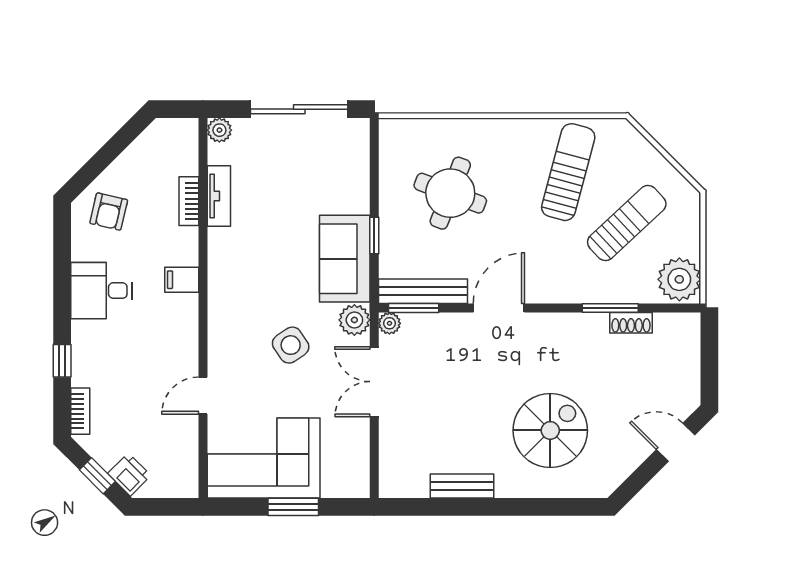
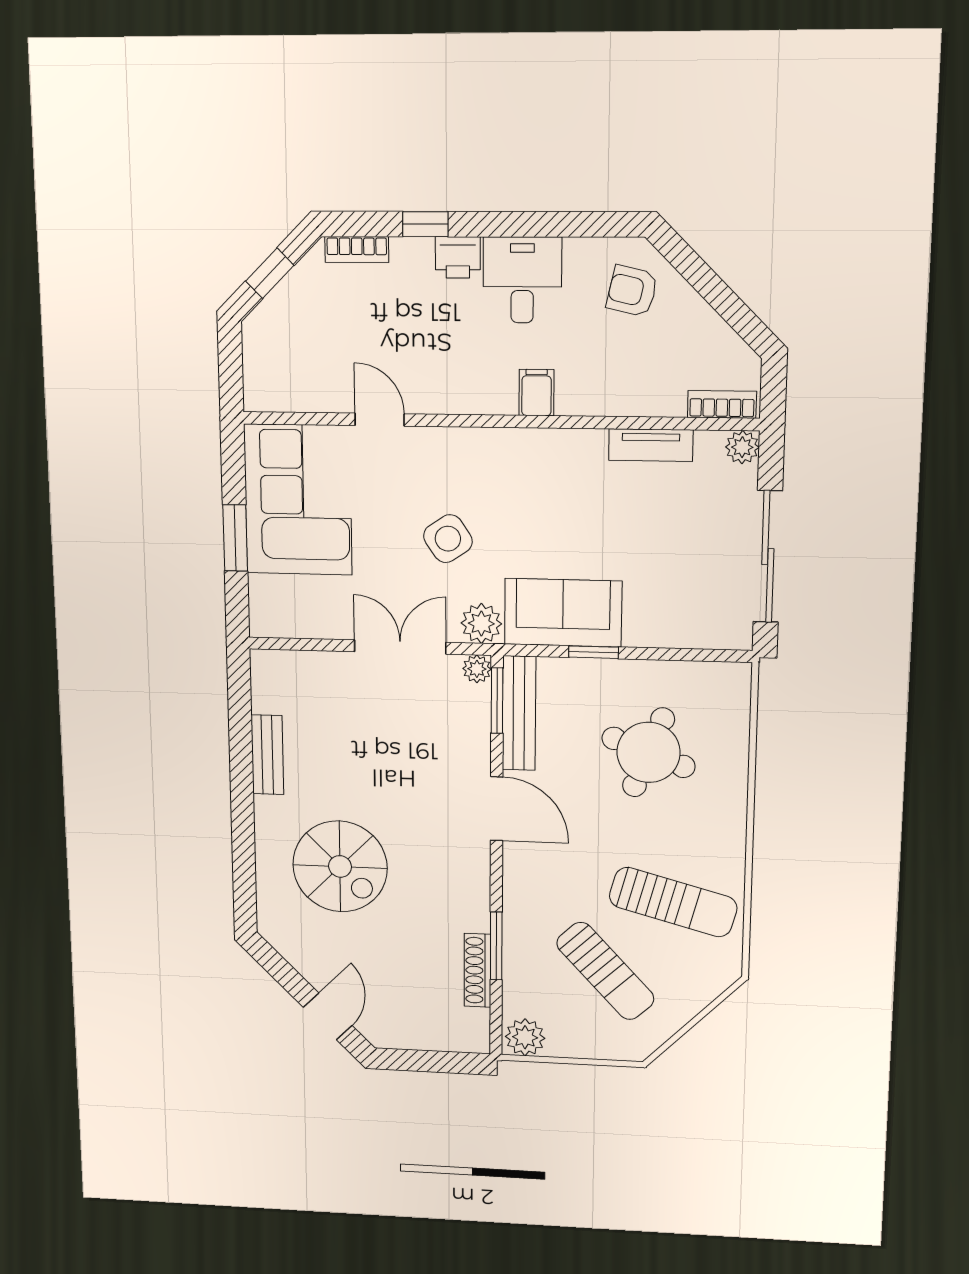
bookcase: (189, 201) -> (722, 404), moved
plant: (679, 279) -> (525, 1037), width x0.73, depth x0.73
shoe rack: (631, 323) -> (477, 970), width x1.43
printer: (129, 475) -> (458, 257), moved, turned 45

